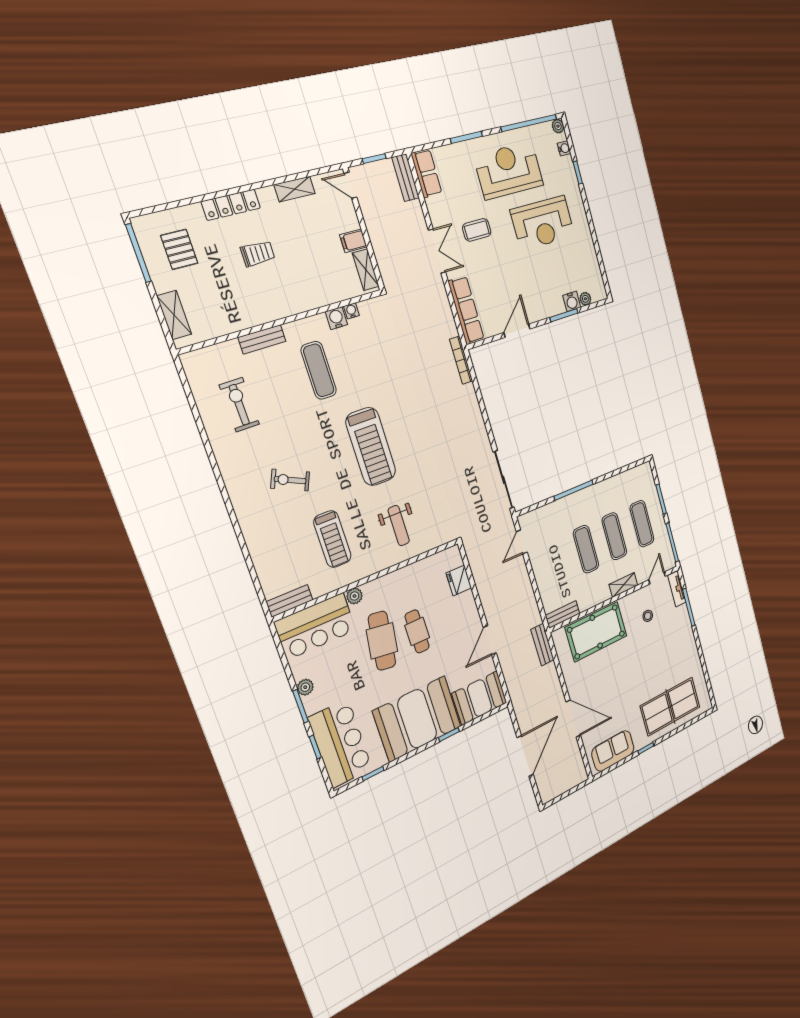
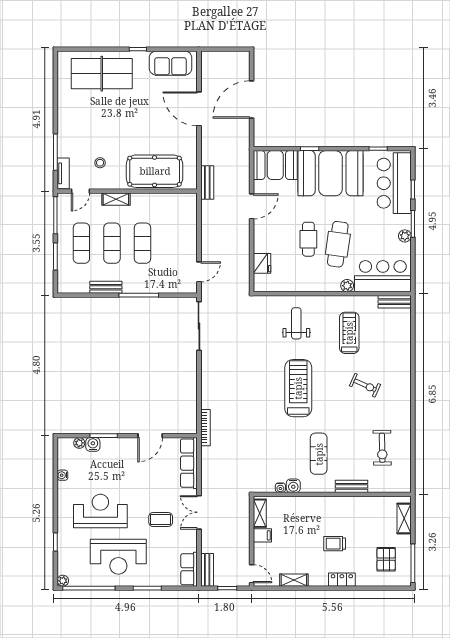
water cooler: (564, 148) -> (62, 475), moved
locker: (231, 205) -> (342, 580), width x0.66
bench: (563, 614) -> (106, 287), moved

